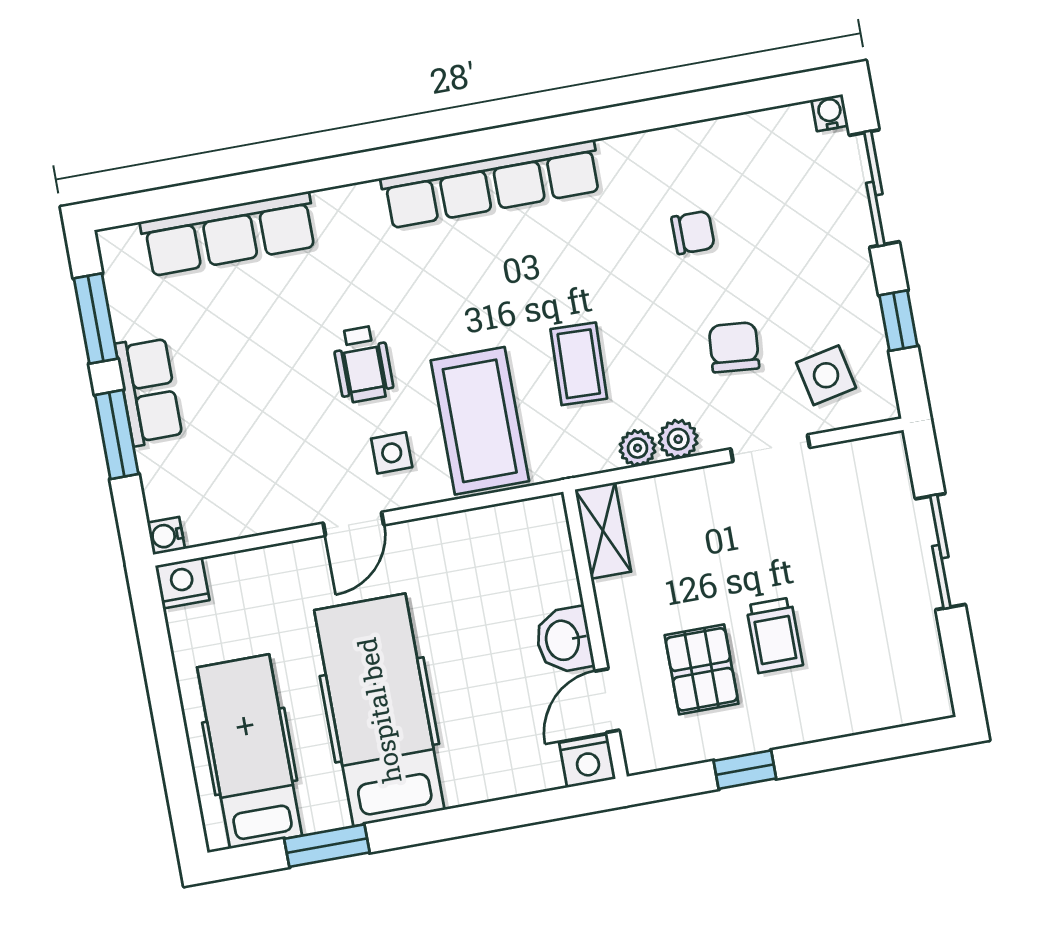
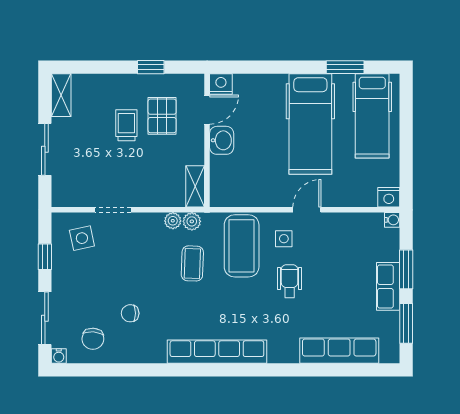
chair: (734, 347) -> (93, 339), moved
plant: (678, 439) -> (192, 221), moved
shelving: (927, 674) -> (61, 95), added

